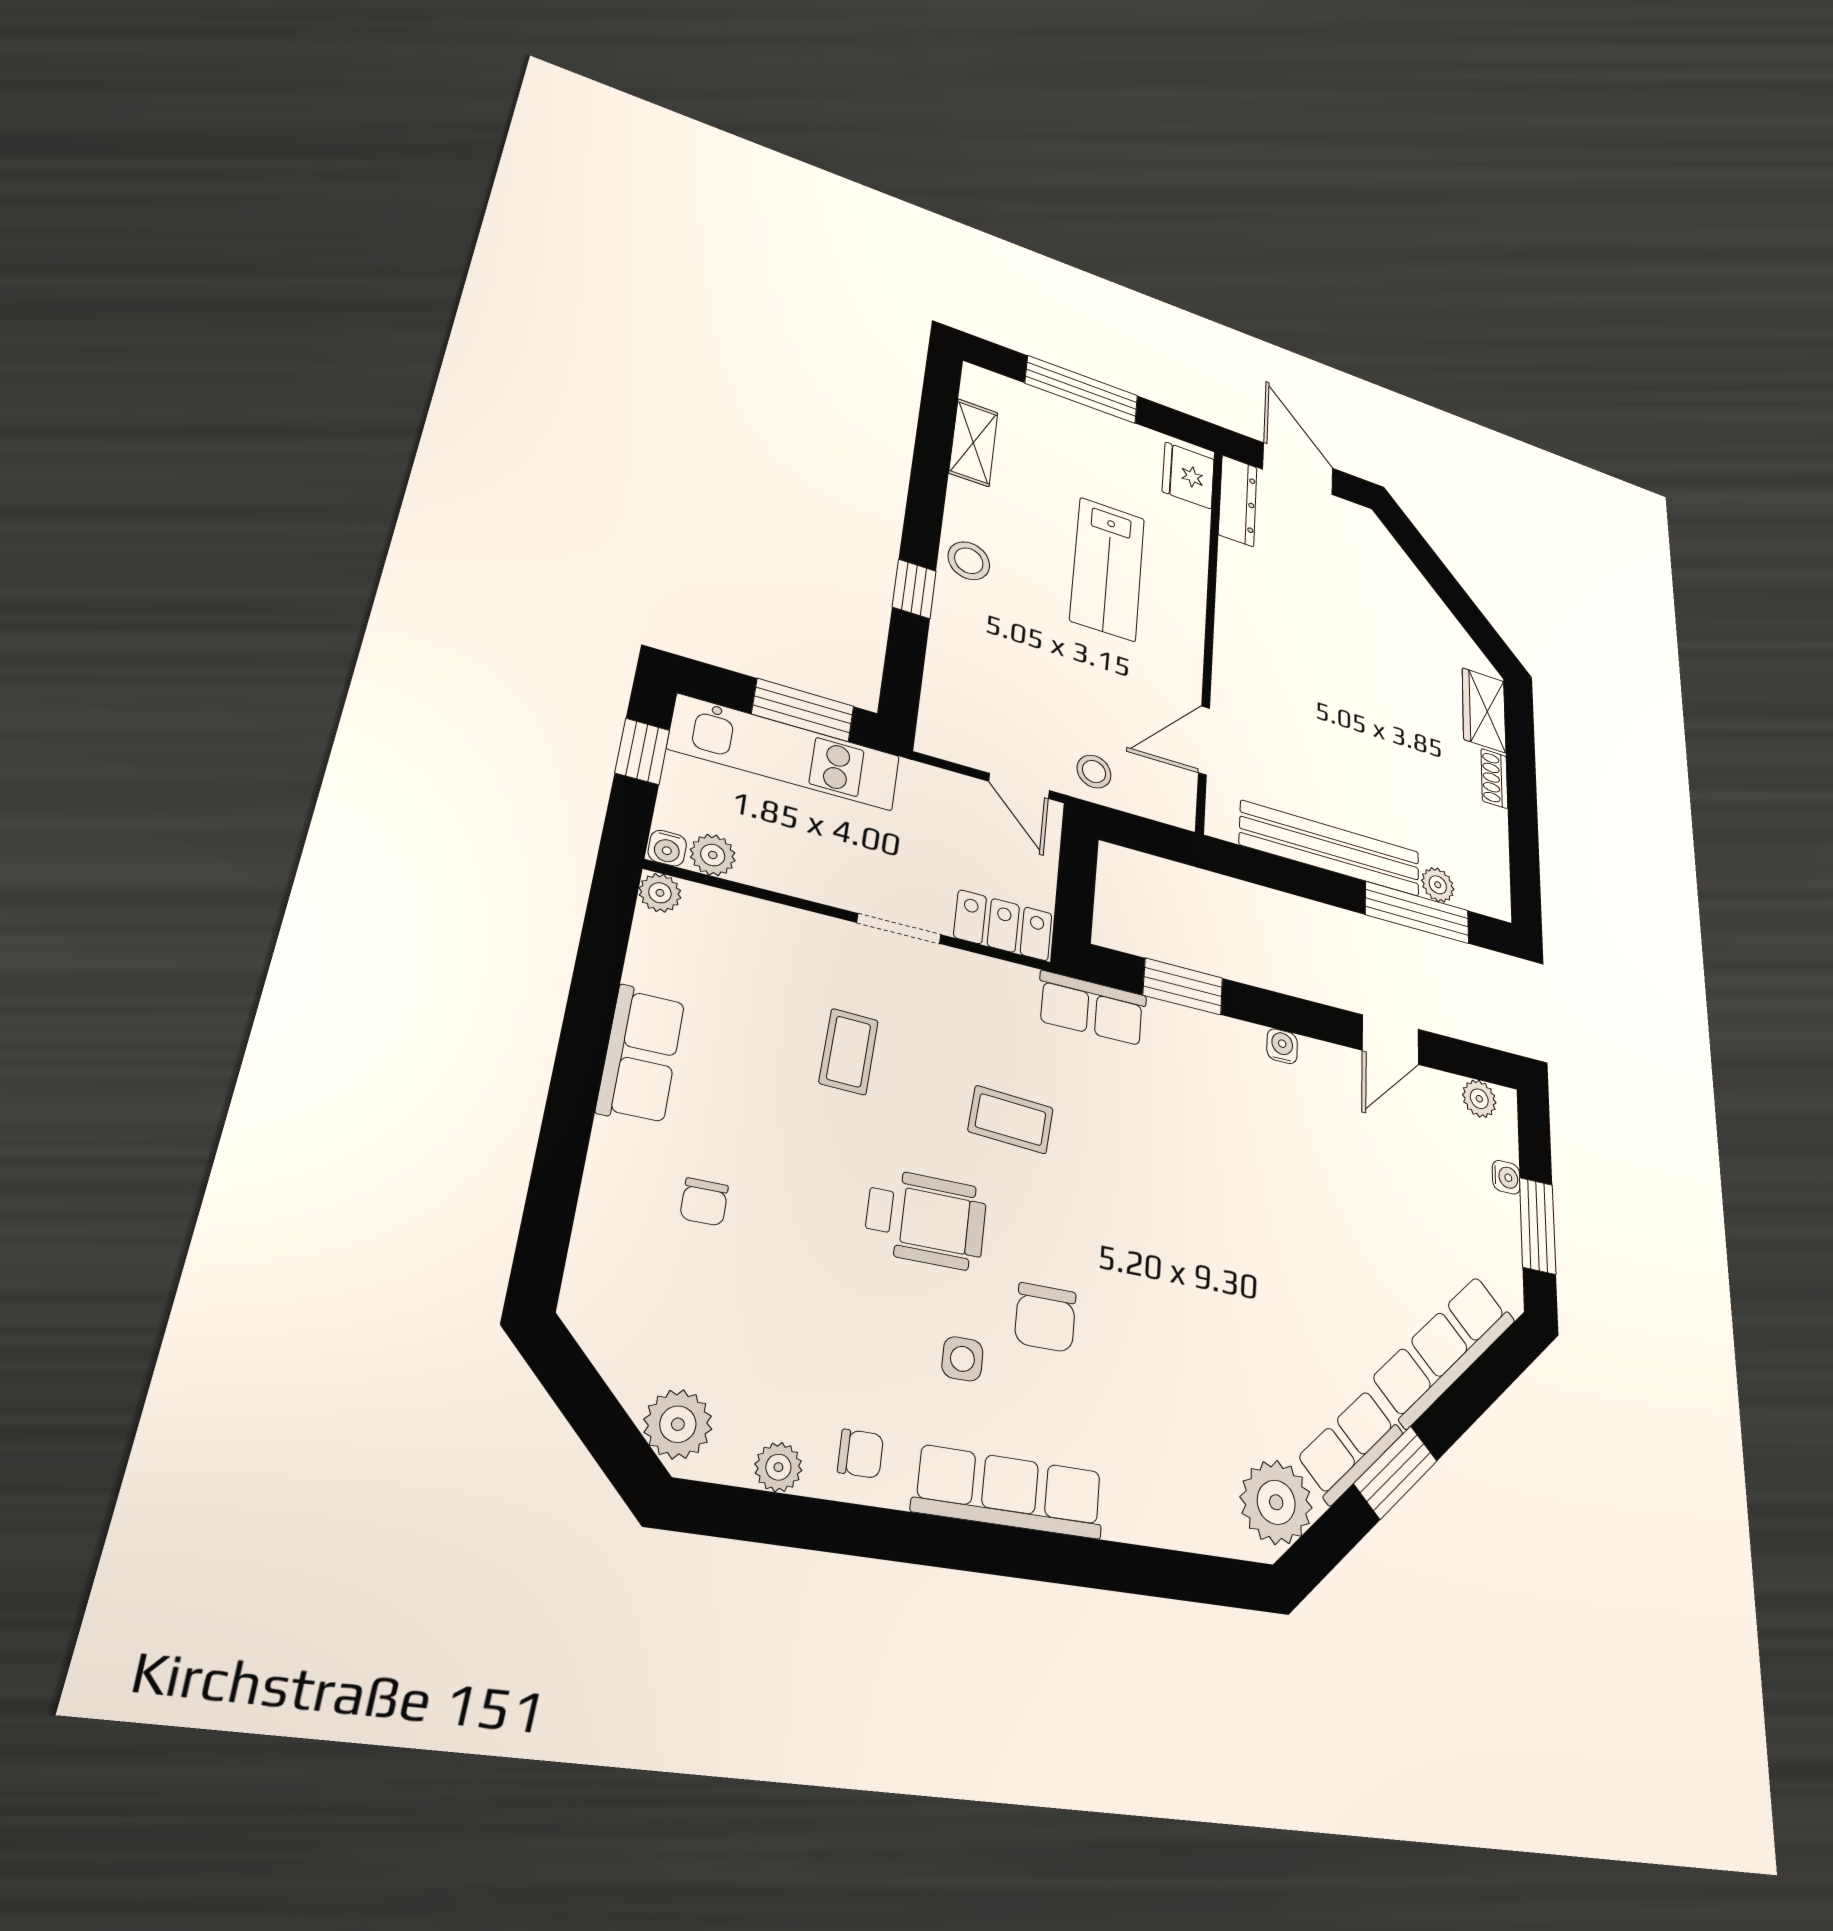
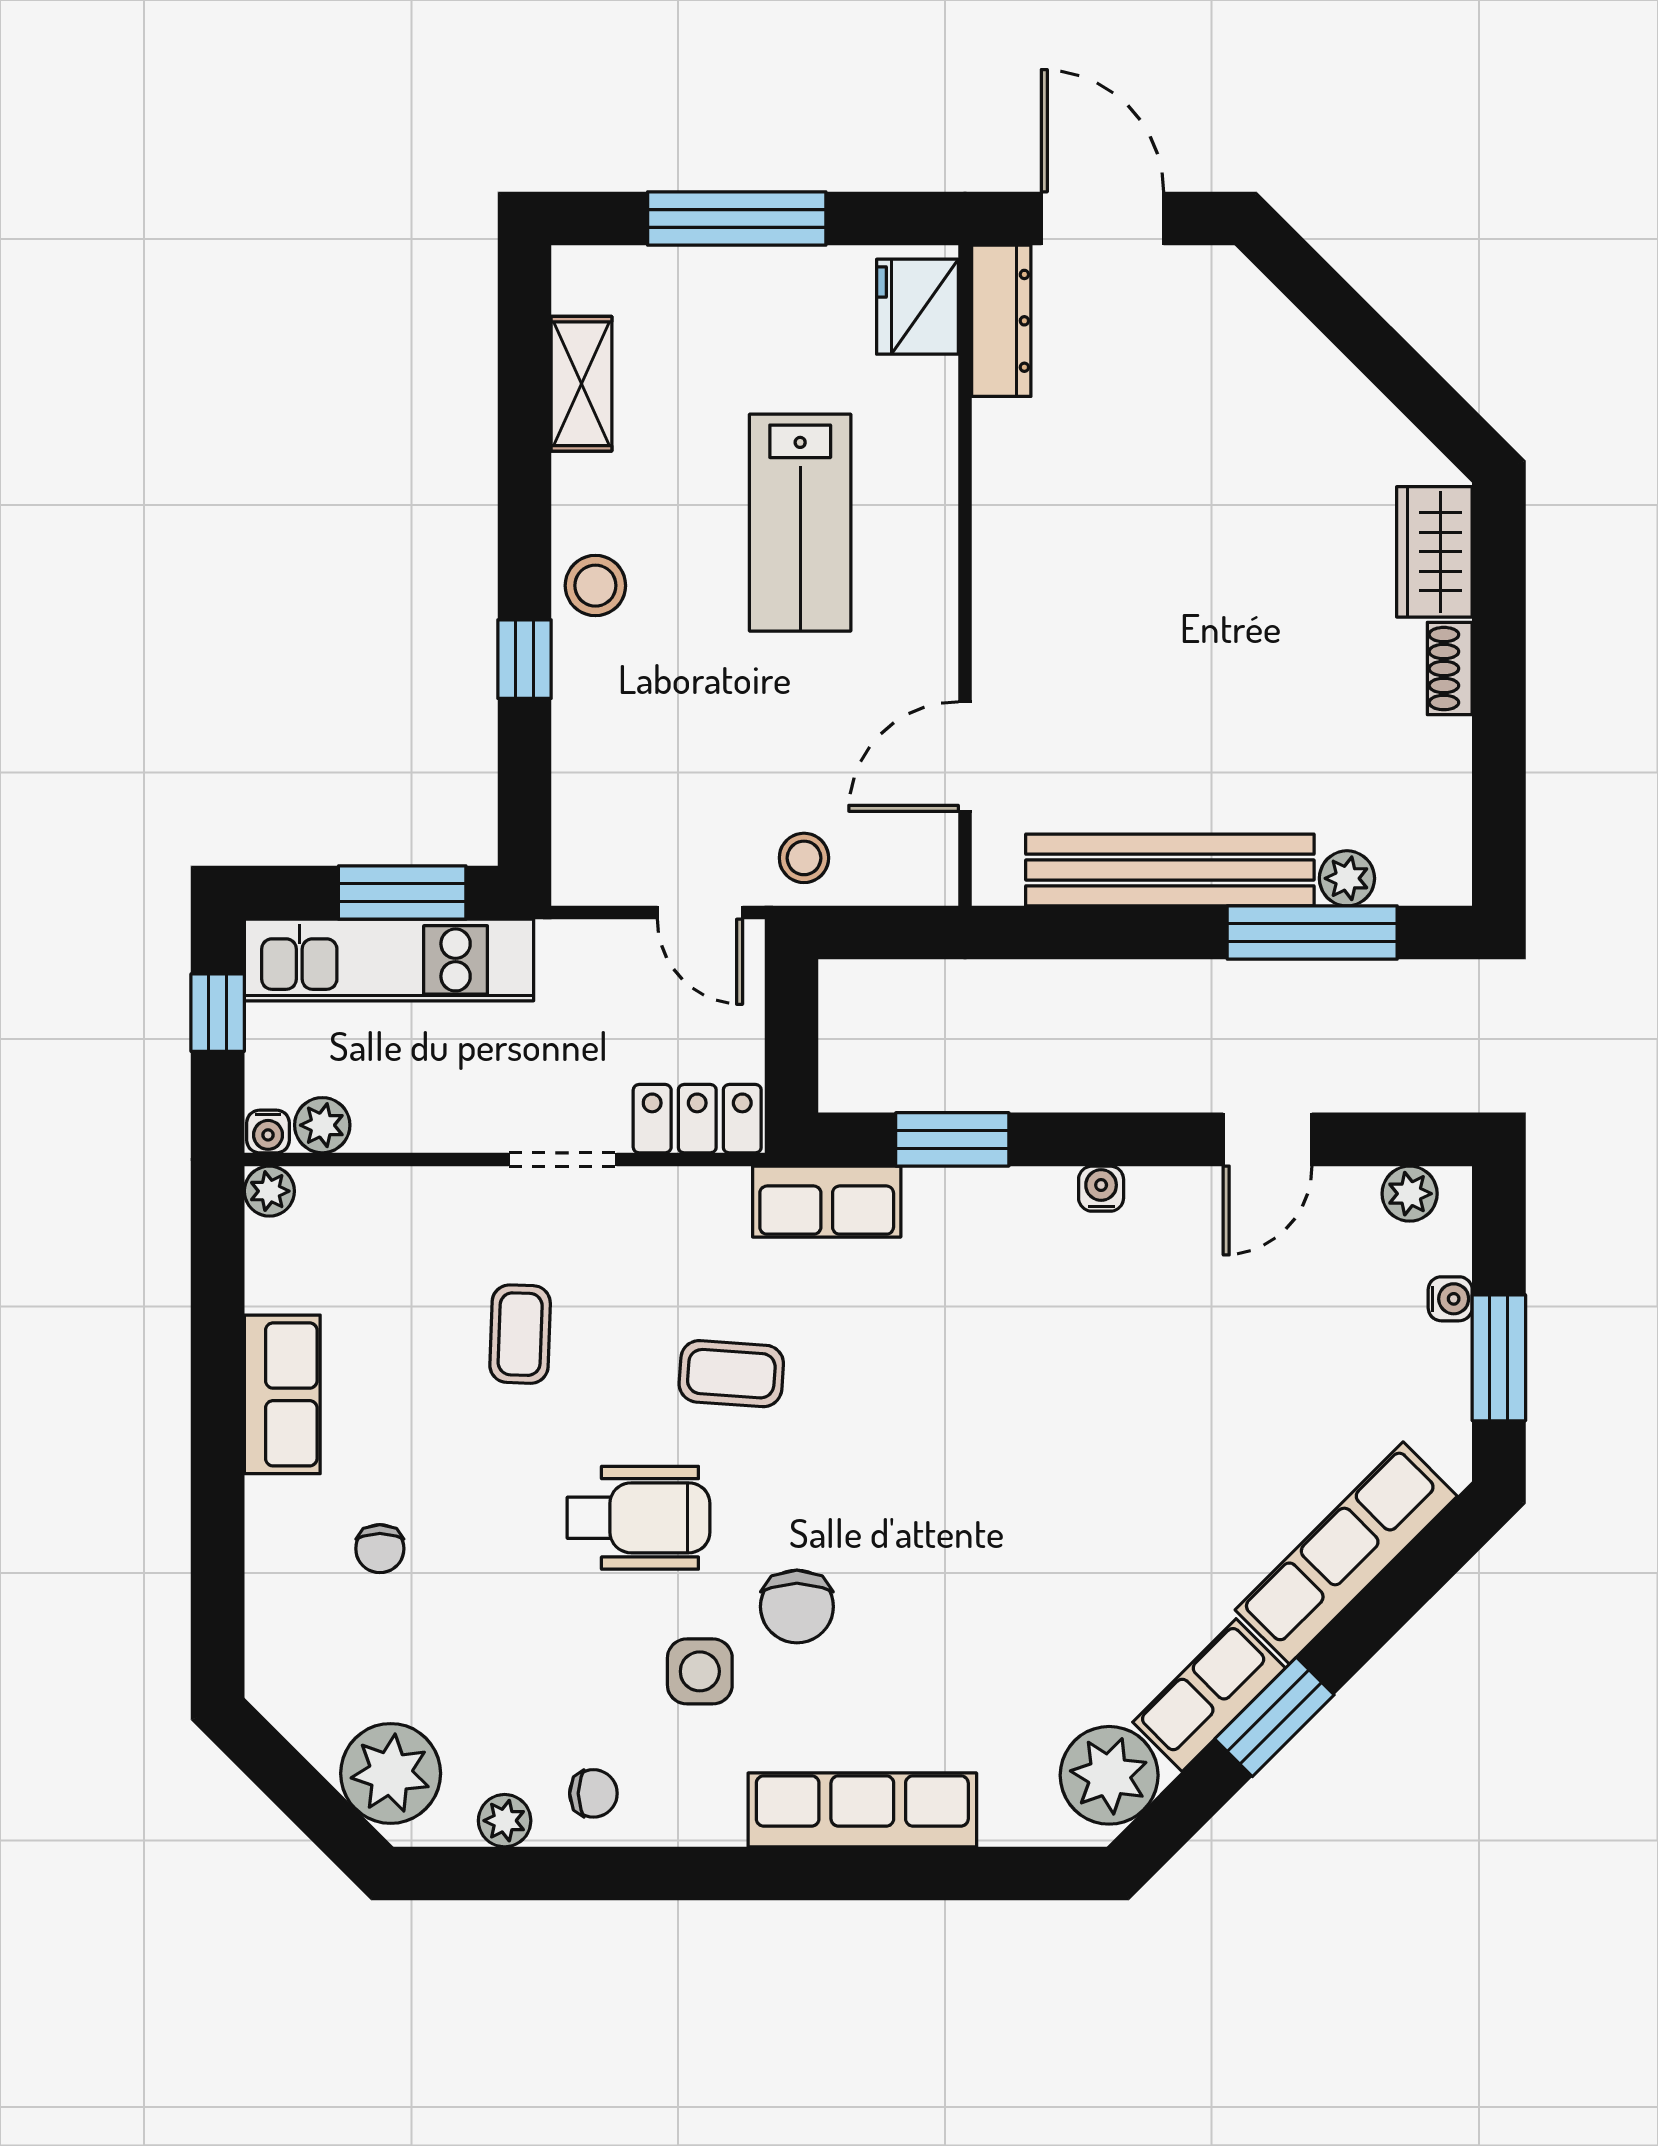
side table: (962, 1359) -> (700, 1671), width x1.37, depth x1.37
plant: (678, 1424) -> (391, 1773), width x1.36, depth x1.36
row of seats: (1010, 1492) -> (862, 1810), moved

